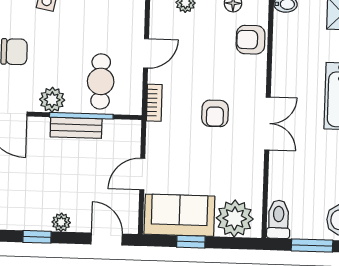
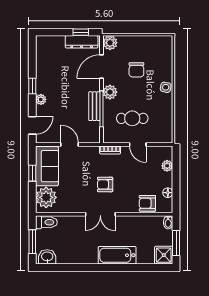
armchair: (251, 40) -> (147, 203), turned -90
cafe table: (101, 81) -> (132, 118), moved

